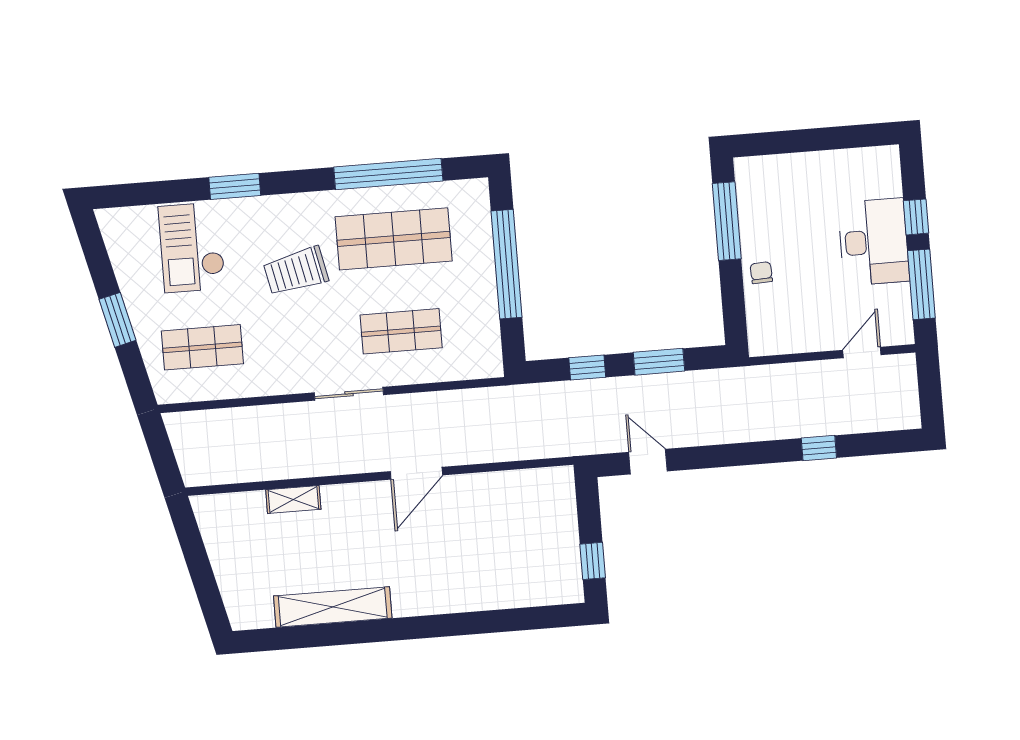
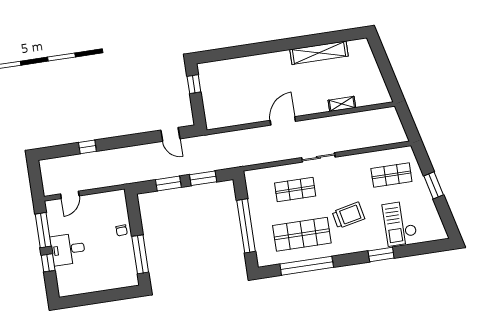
desk: (874, 242) -> (68, 249), width x0.73
checkout: (192, 247) -> (400, 223), turned 180
window: (587, 368) -> (203, 178), width x1.50

